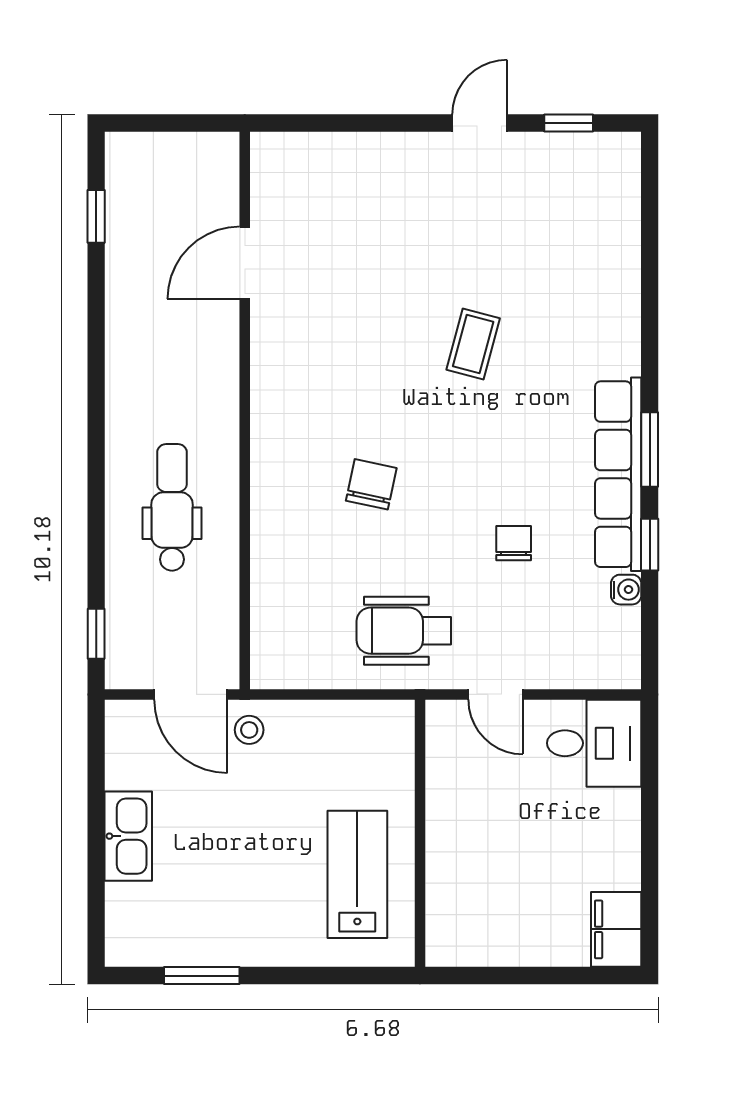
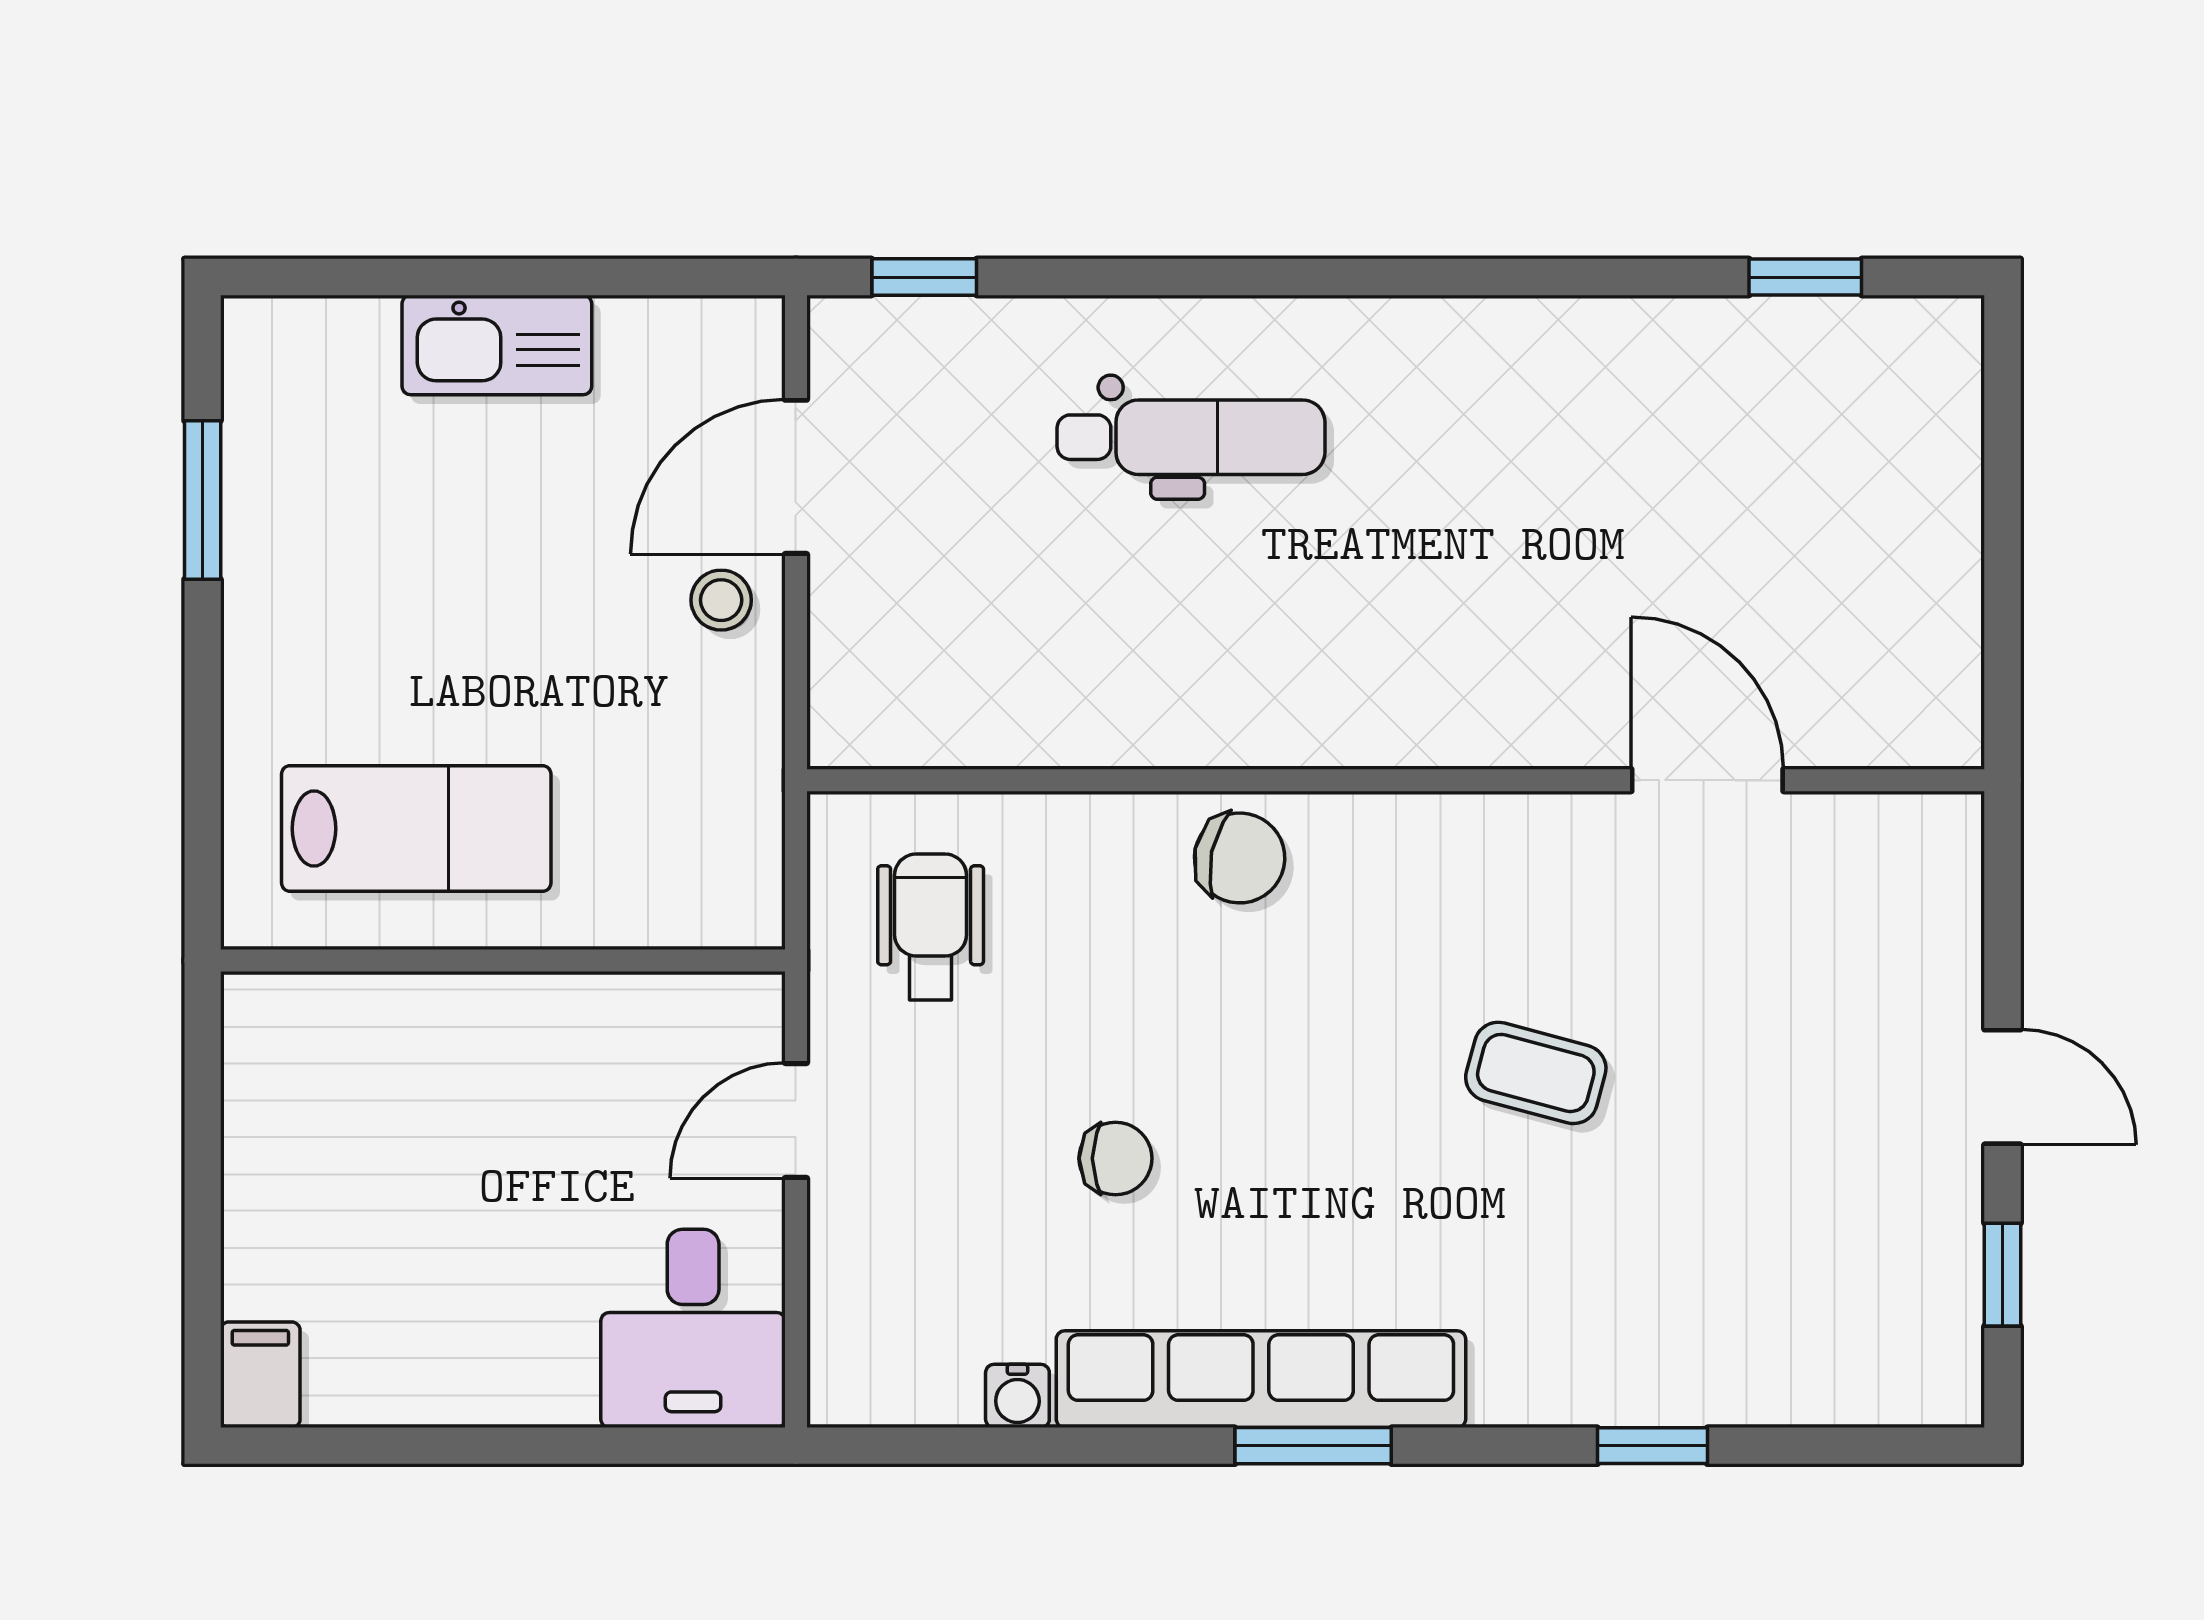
door: (245, 263) -> (1707, 780), moved
wall: (245, 410) -> (1396, 780), moved
window: (650, 545) -> (1652, 1446), moved
wheelchair: (404, 631) -> (931, 927), width x0.73, depth x0.73
filing cabinet: (616, 929) -> (260, 1375), width x0.50

